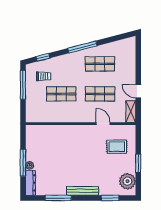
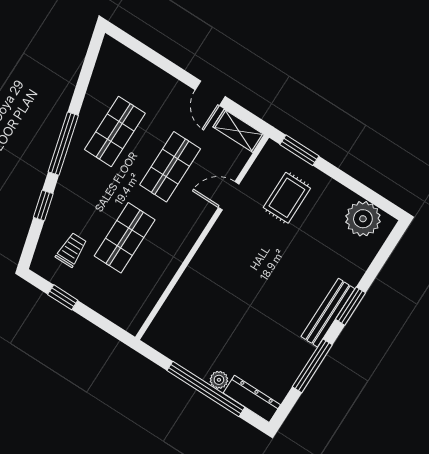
window: (43, 57) -> (43, 206), moved
window: (23, 85) -> (63, 297), width x0.46
door: (138, 91) -> (210, 93), hinge flipped
window: (23, 163) -> (206, 389), width x1.46
window: (138, 163) -> (299, 150), moved
window: (110, 198) -> (351, 306), moved

